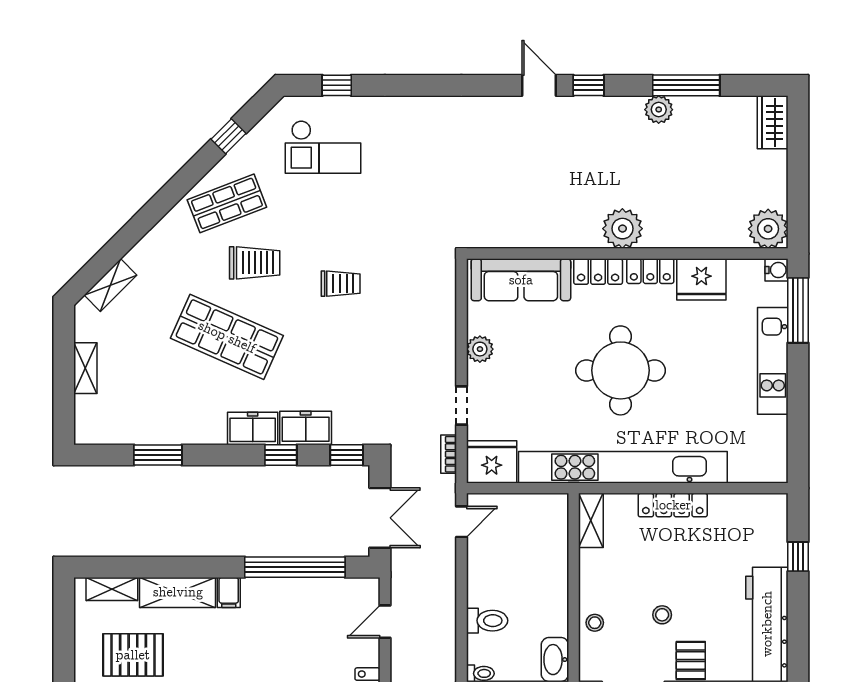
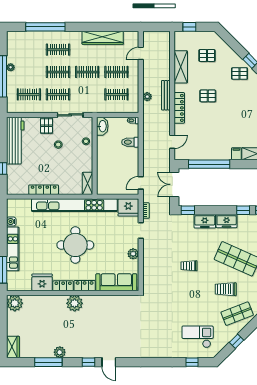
water cooler: (776, 270) -> (11, 222), moved
trolley: (341, 284) -> (189, 266), moved
window: (281, 455) -> (243, 210), moved
locker: (673, 505) -> (44, 190), moved

